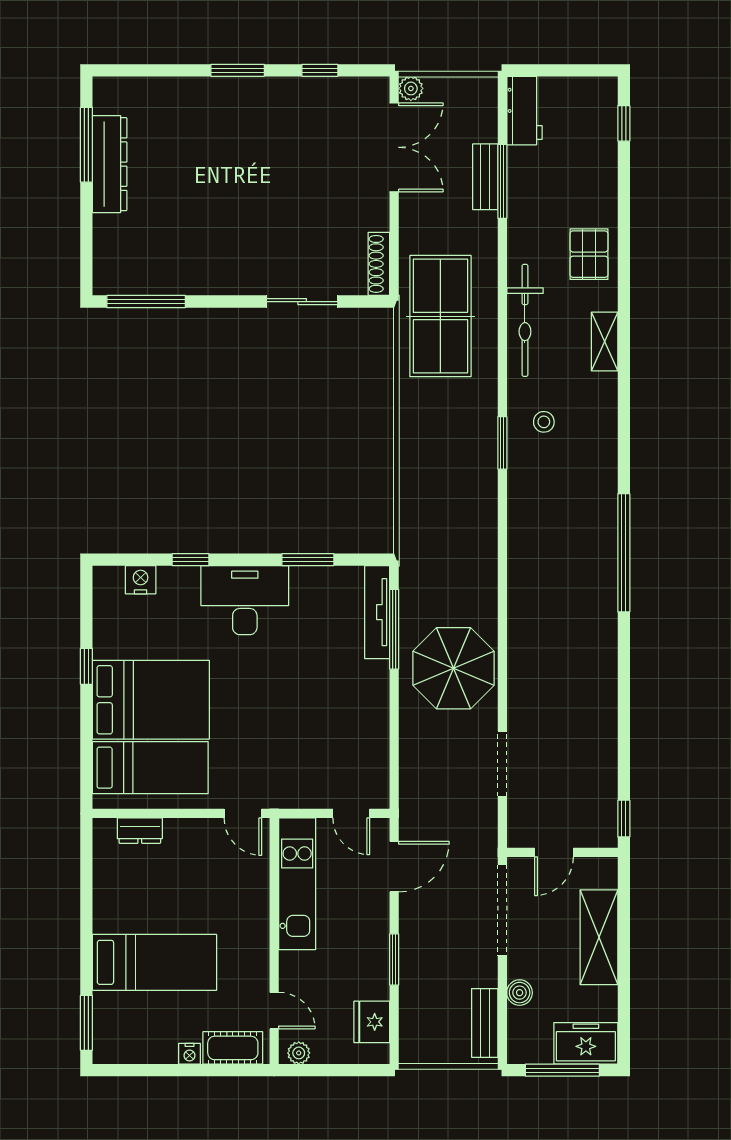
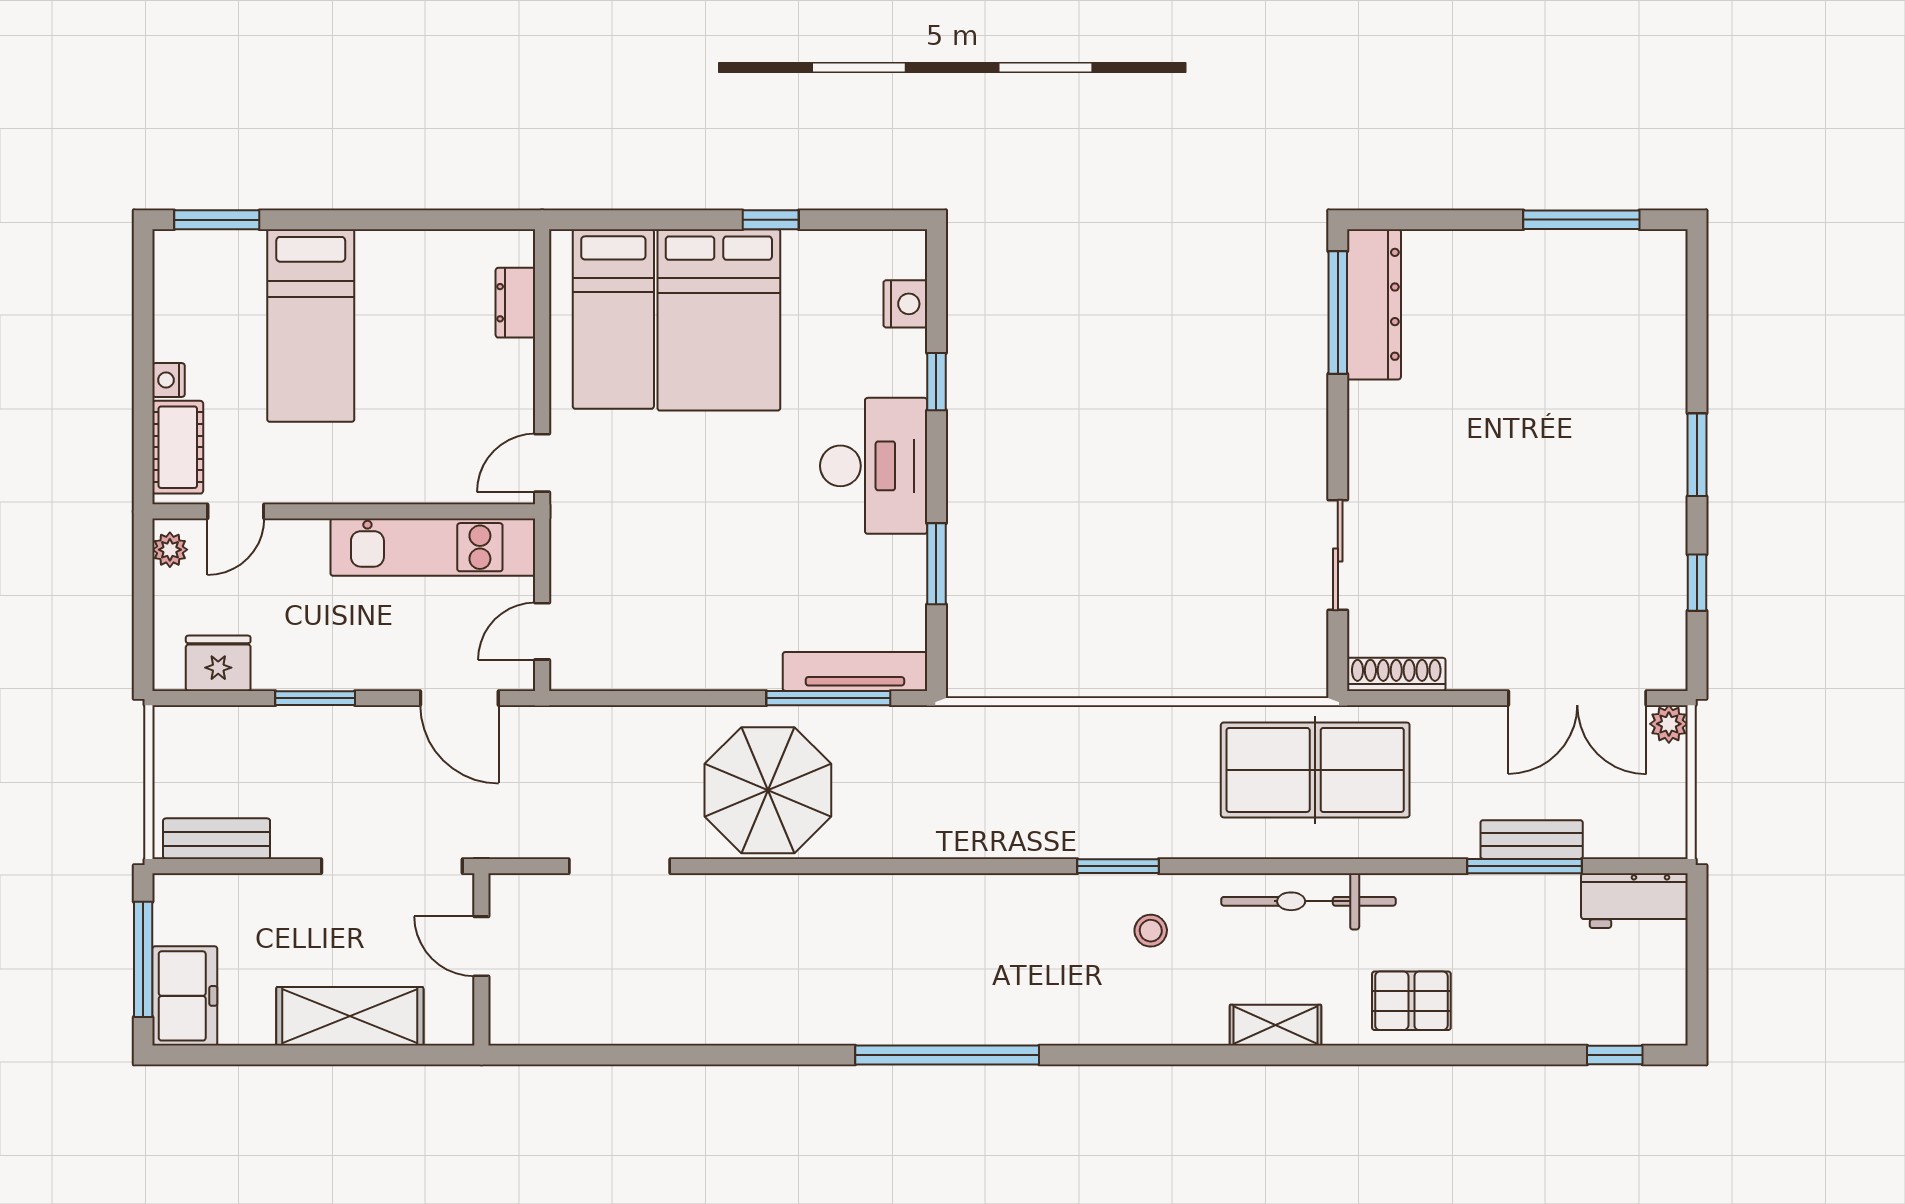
dresser: (110, 164) -> (1374, 304), moved, turned -90
window: (624, 819) -> (534, 1055), removed
boiler: (520, 993) -> (264, 893), removed

